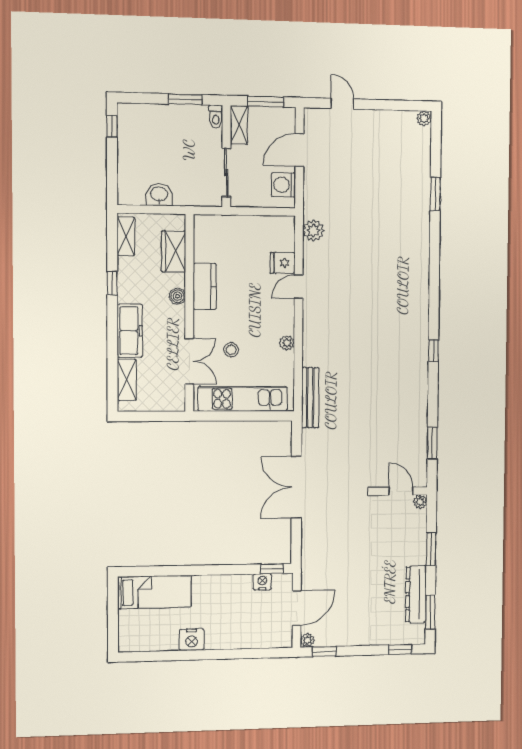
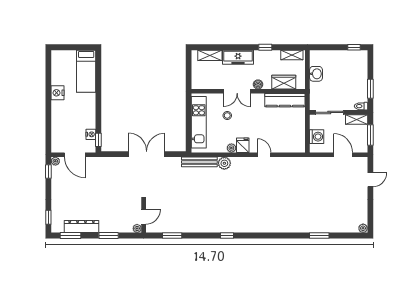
washing machine: (283, 185) -> (317, 137), moved, turned 90
plant: (313, 230) -> (224, 163), moved
fridge: (283, 263) -> (243, 145), moved
kitchen counter: (205, 286) -> (285, 100), moved, width x1.50
double door: (189, 361) -> (237, 91), moved

